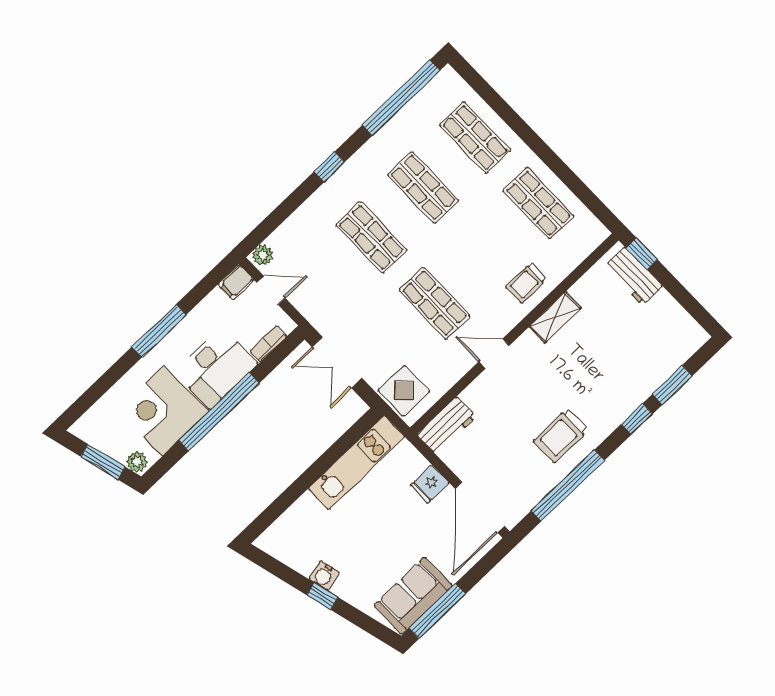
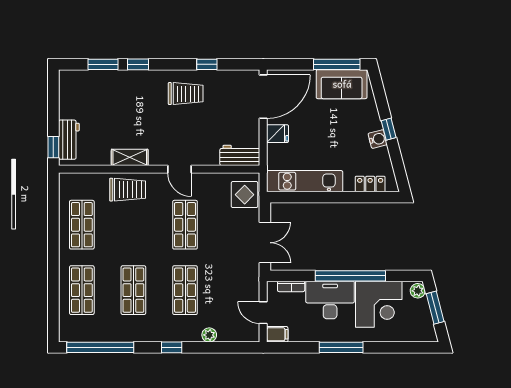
plant: (263, 255) -> (209, 335), moved
trolley: (526, 283) -> (128, 190), width x1.36, depth x1.39
window: (568, 486) -> (207, 64), width x0.32
locker: (288, 523) -> (370, 184), added

